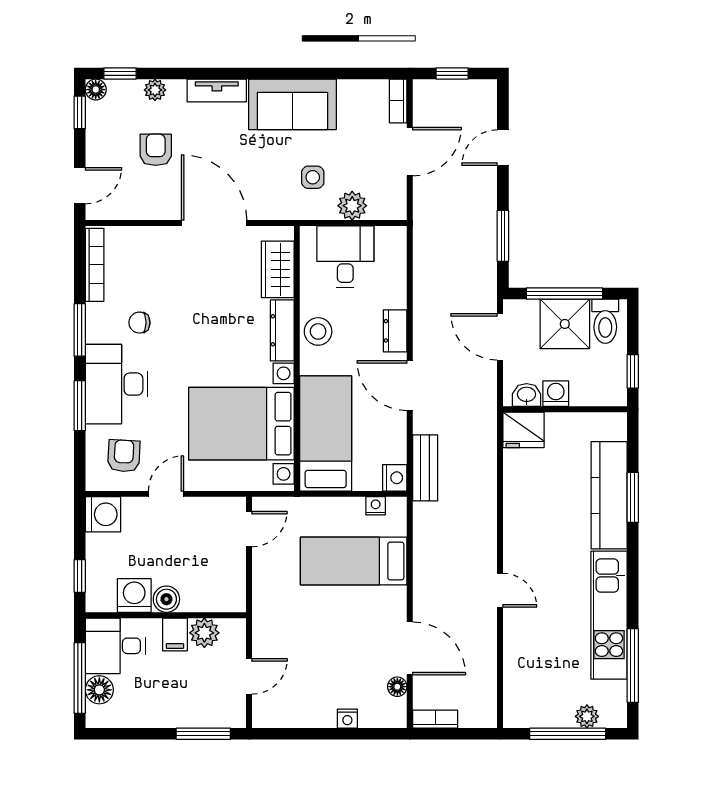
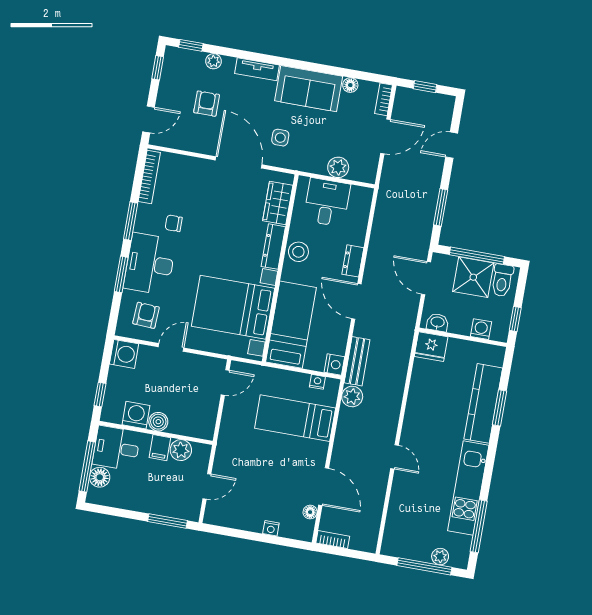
floor lamp: (96, 90) -> (350, 85), moved
side table: (313, 177) -> (280, 138), moved
washing machine: (556, 394) -> (481, 329), moved
plant: (427, 518) -> (352, 397), added

